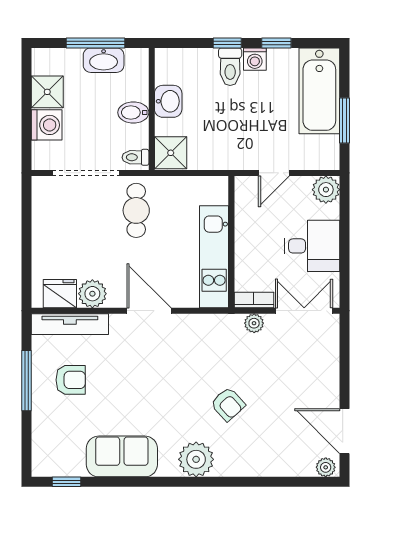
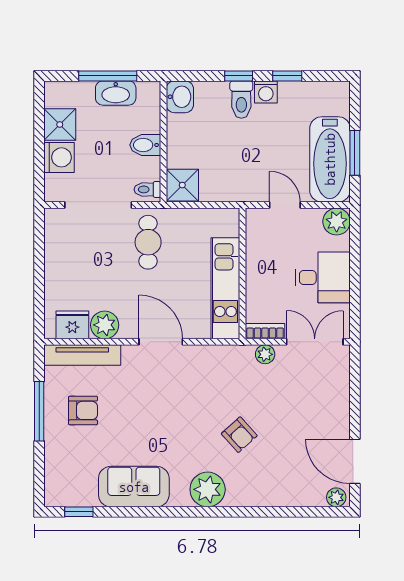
bathtub: (319, 91) -> (330, 159), moved
washbasin: (168, 101) -> (180, 97), moved
door: (274, 173) -> (285, 205), swing flipped

